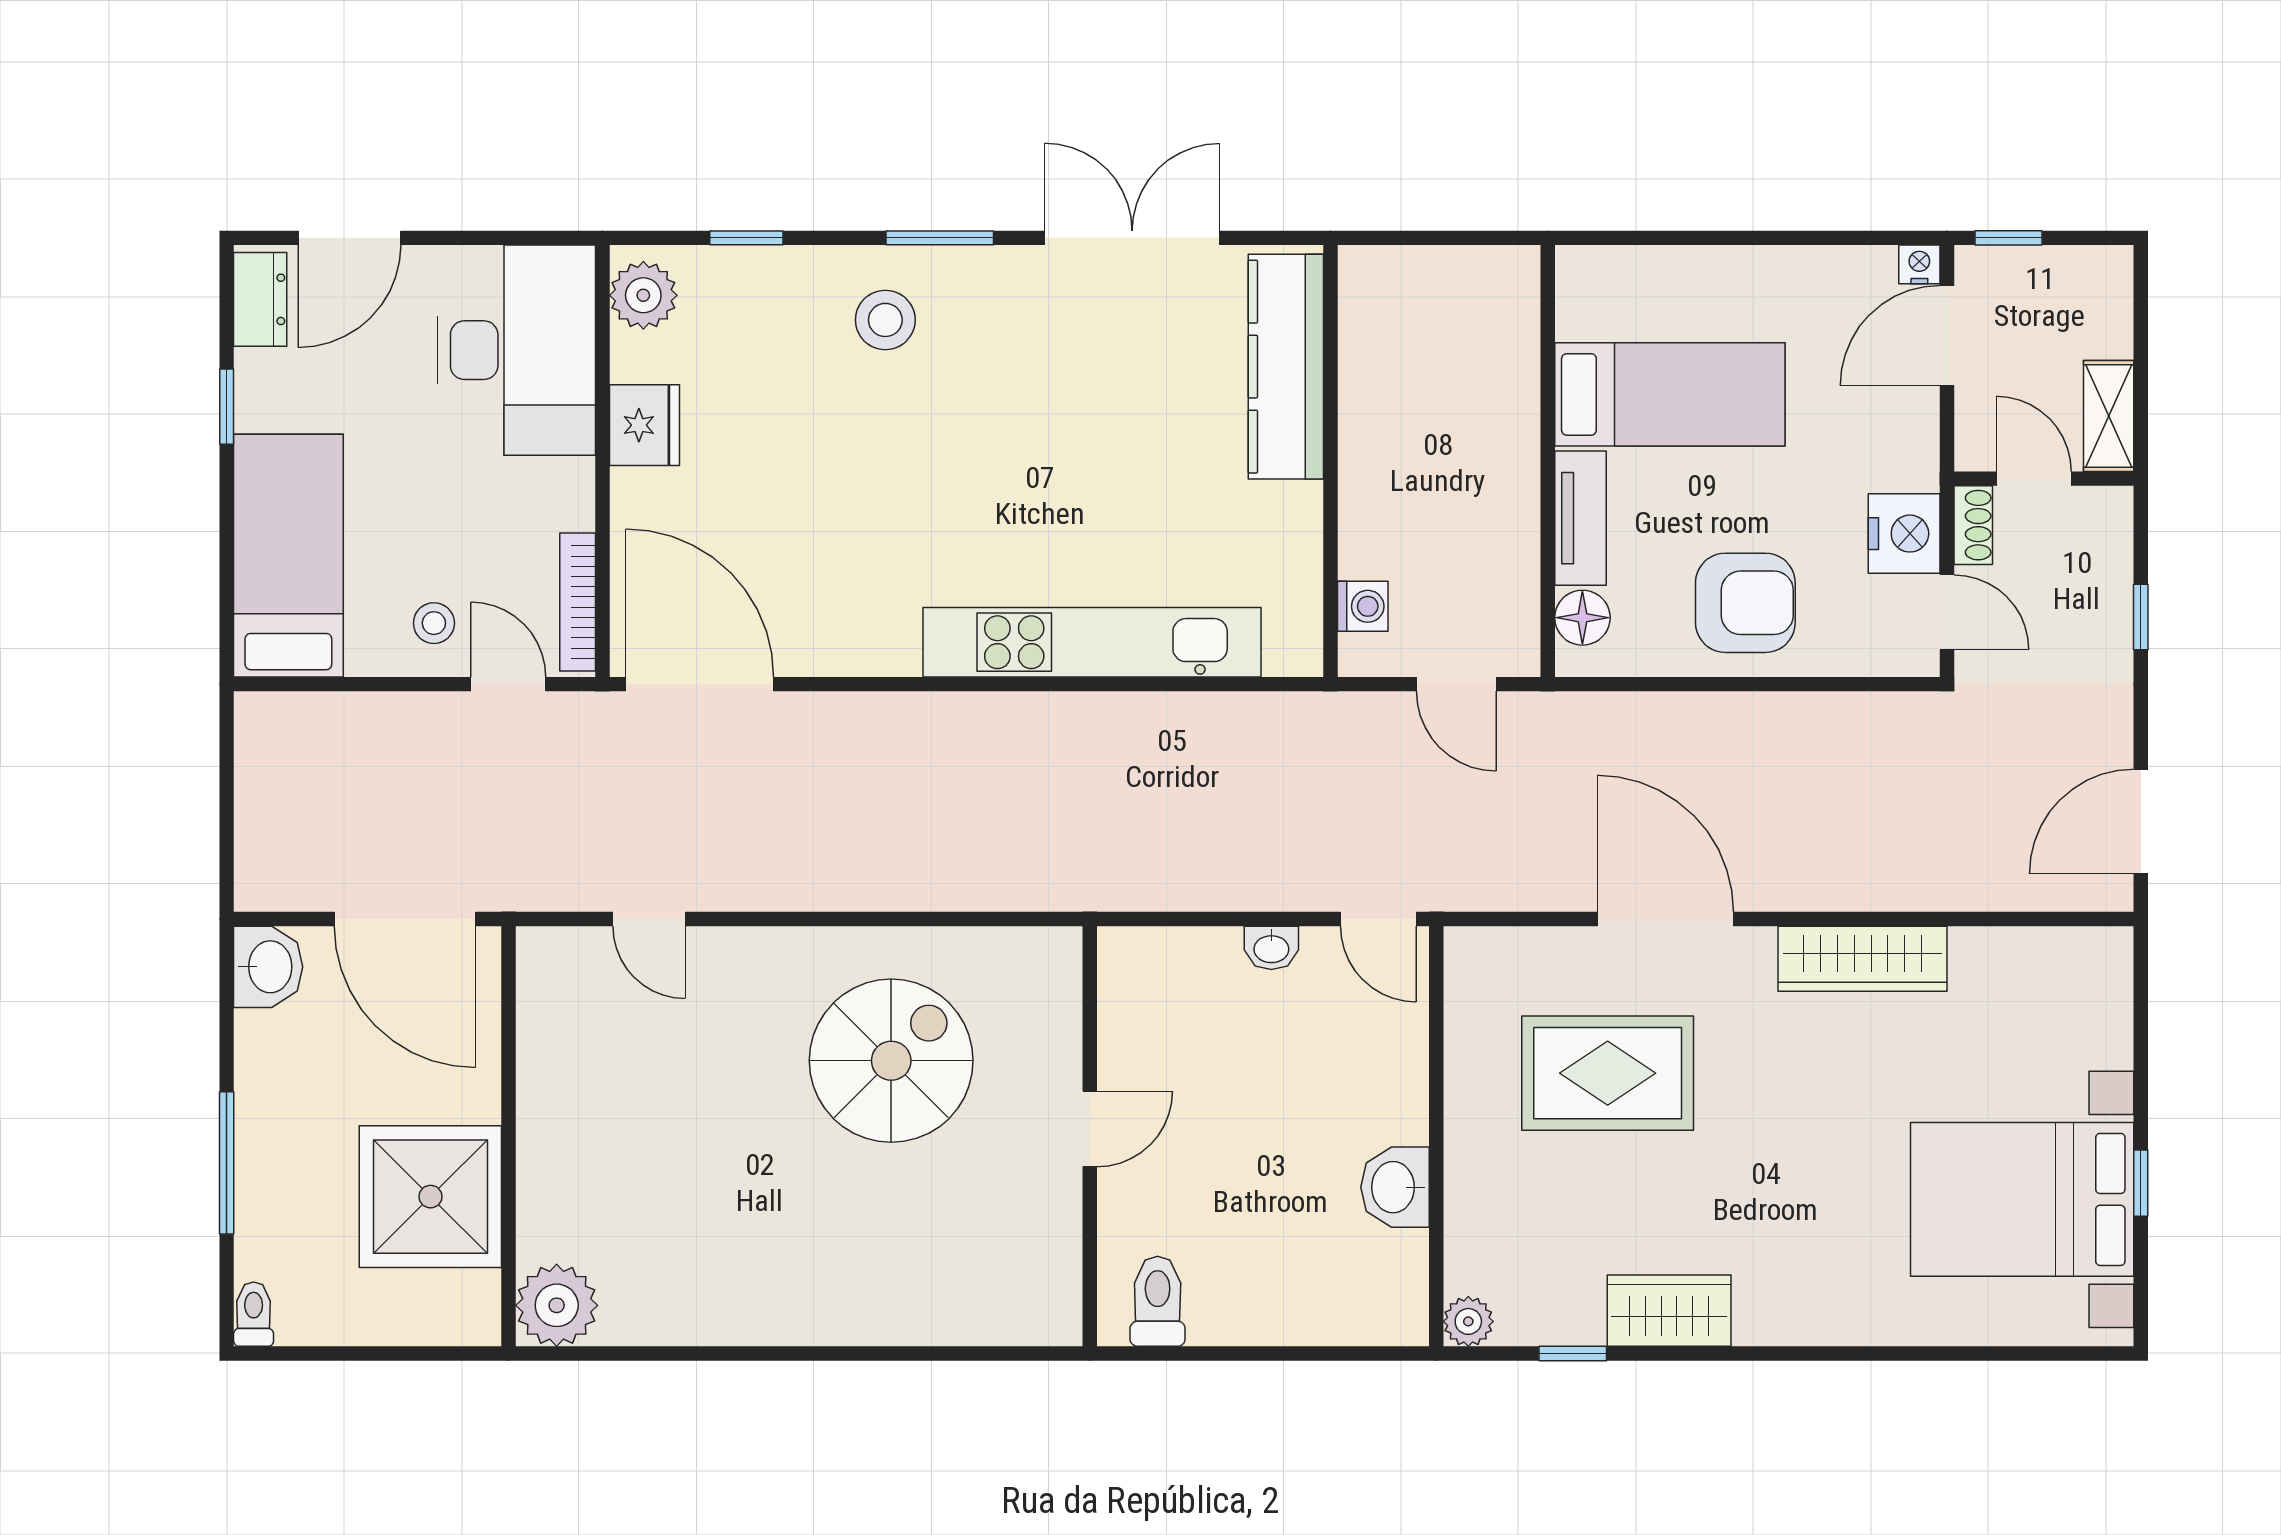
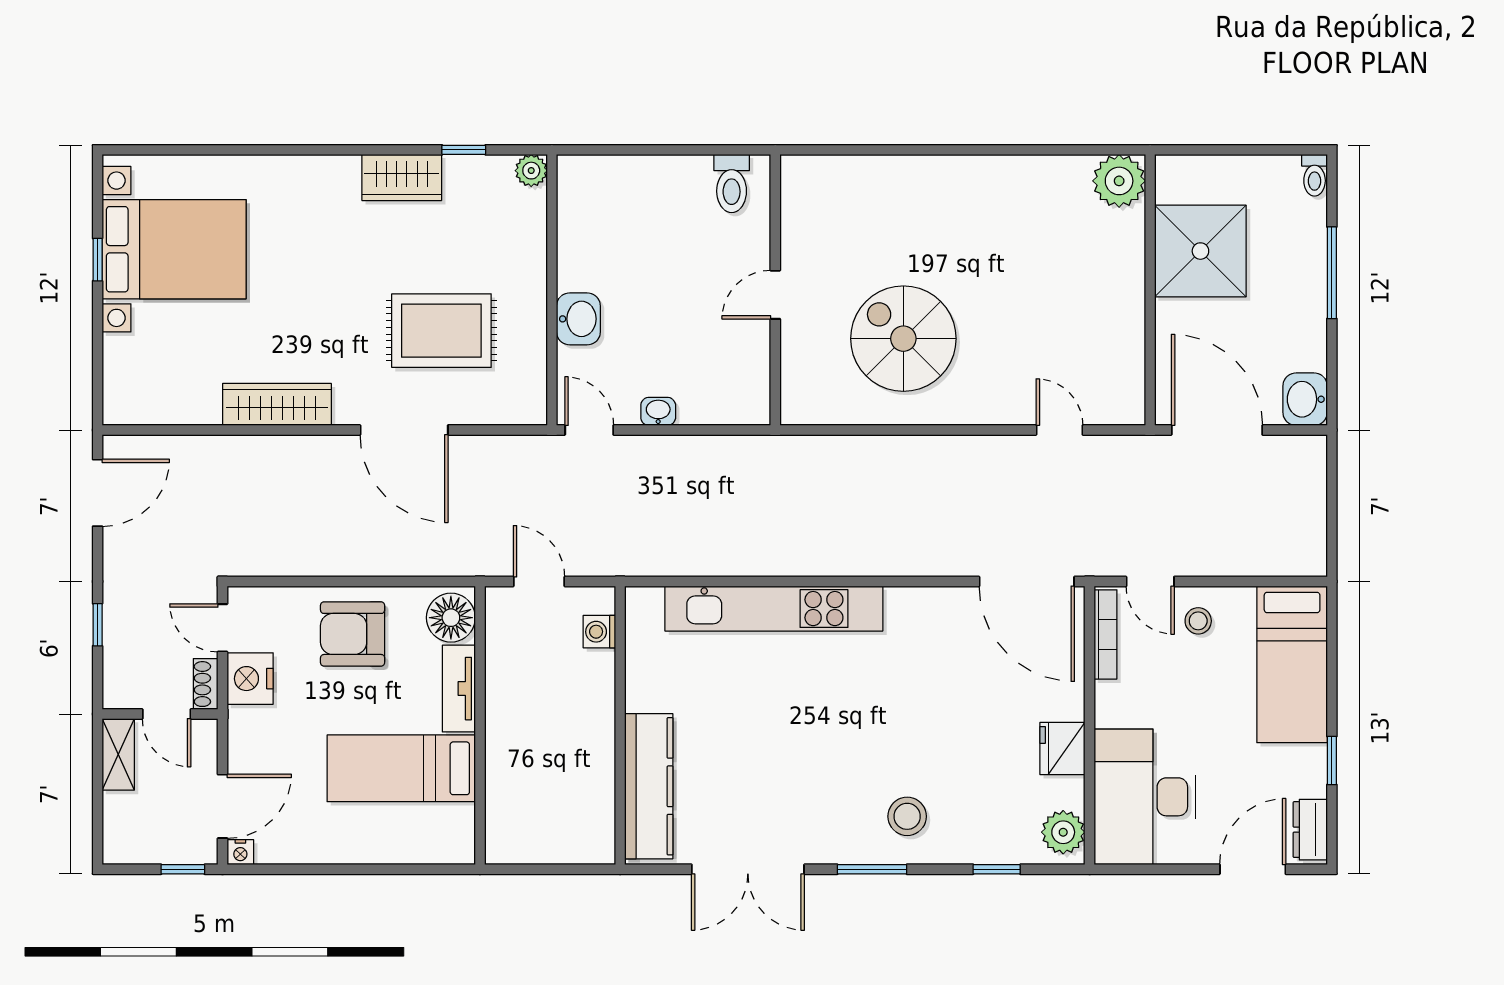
floor lamp: (1582, 618) -> (451, 618), width x1.38, depth x1.38
spiral stairs: (891, 1061) -> (903, 339), turned 90
washbasin: (1395, 1187) -> (578, 319), moved

